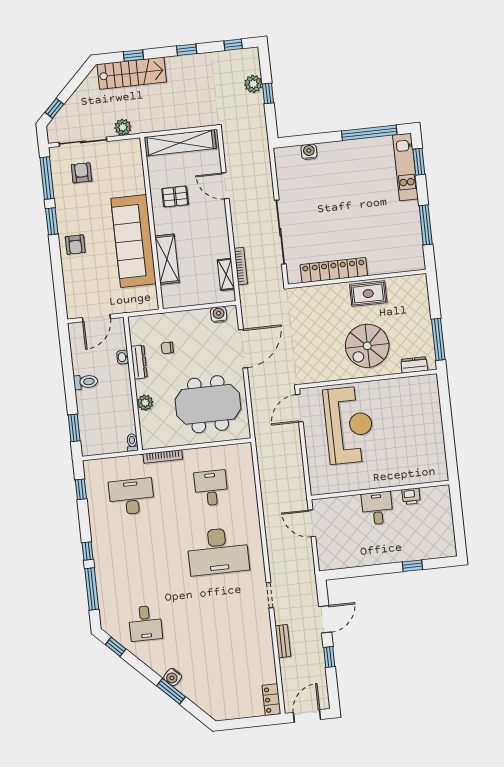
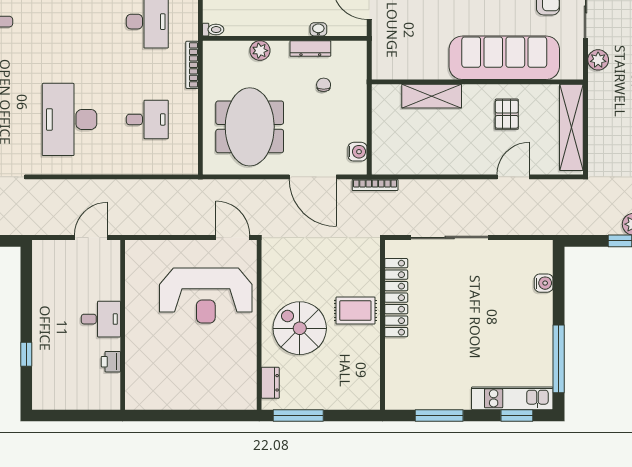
sofa: (134, 241) -> (504, 58), moved
bookcase: (241, 266) -> (375, 185), moved
shelving: (226, 274) -> (405, 166), removed
rug: (368, 294) -> (355, 311), moved, turned 90

